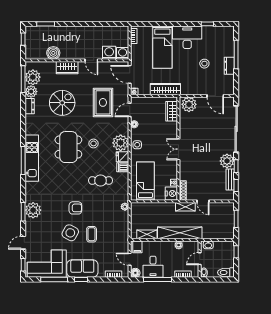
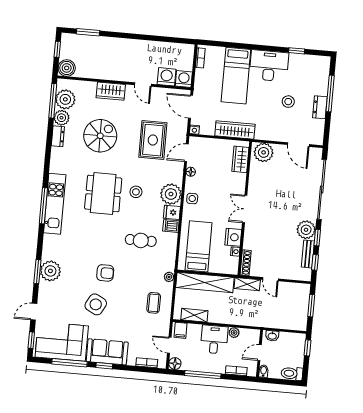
boiler: (53, 53) -> (67, 68), moved
nightstand: (171, 193) -> (233, 237), moved
shelving: (180, 233) -> (205, 282), moved
coffee table: (92, 234) -> (154, 303), moved
desk: (153, 267) -> (214, 339), moved, turned 180

